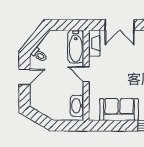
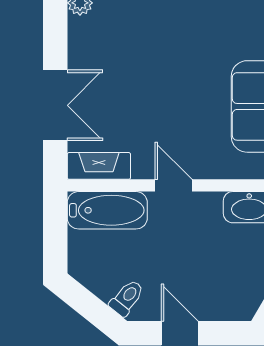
door: (86, 74) -> (174, 185), swing flipped

